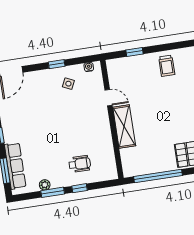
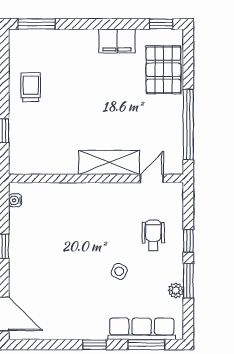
trolley: (167, 66) -> (31, 87), turned -90
side table: (68, 84) -> (119, 271), moved
door: (109, 98) -> (152, 178), moved

